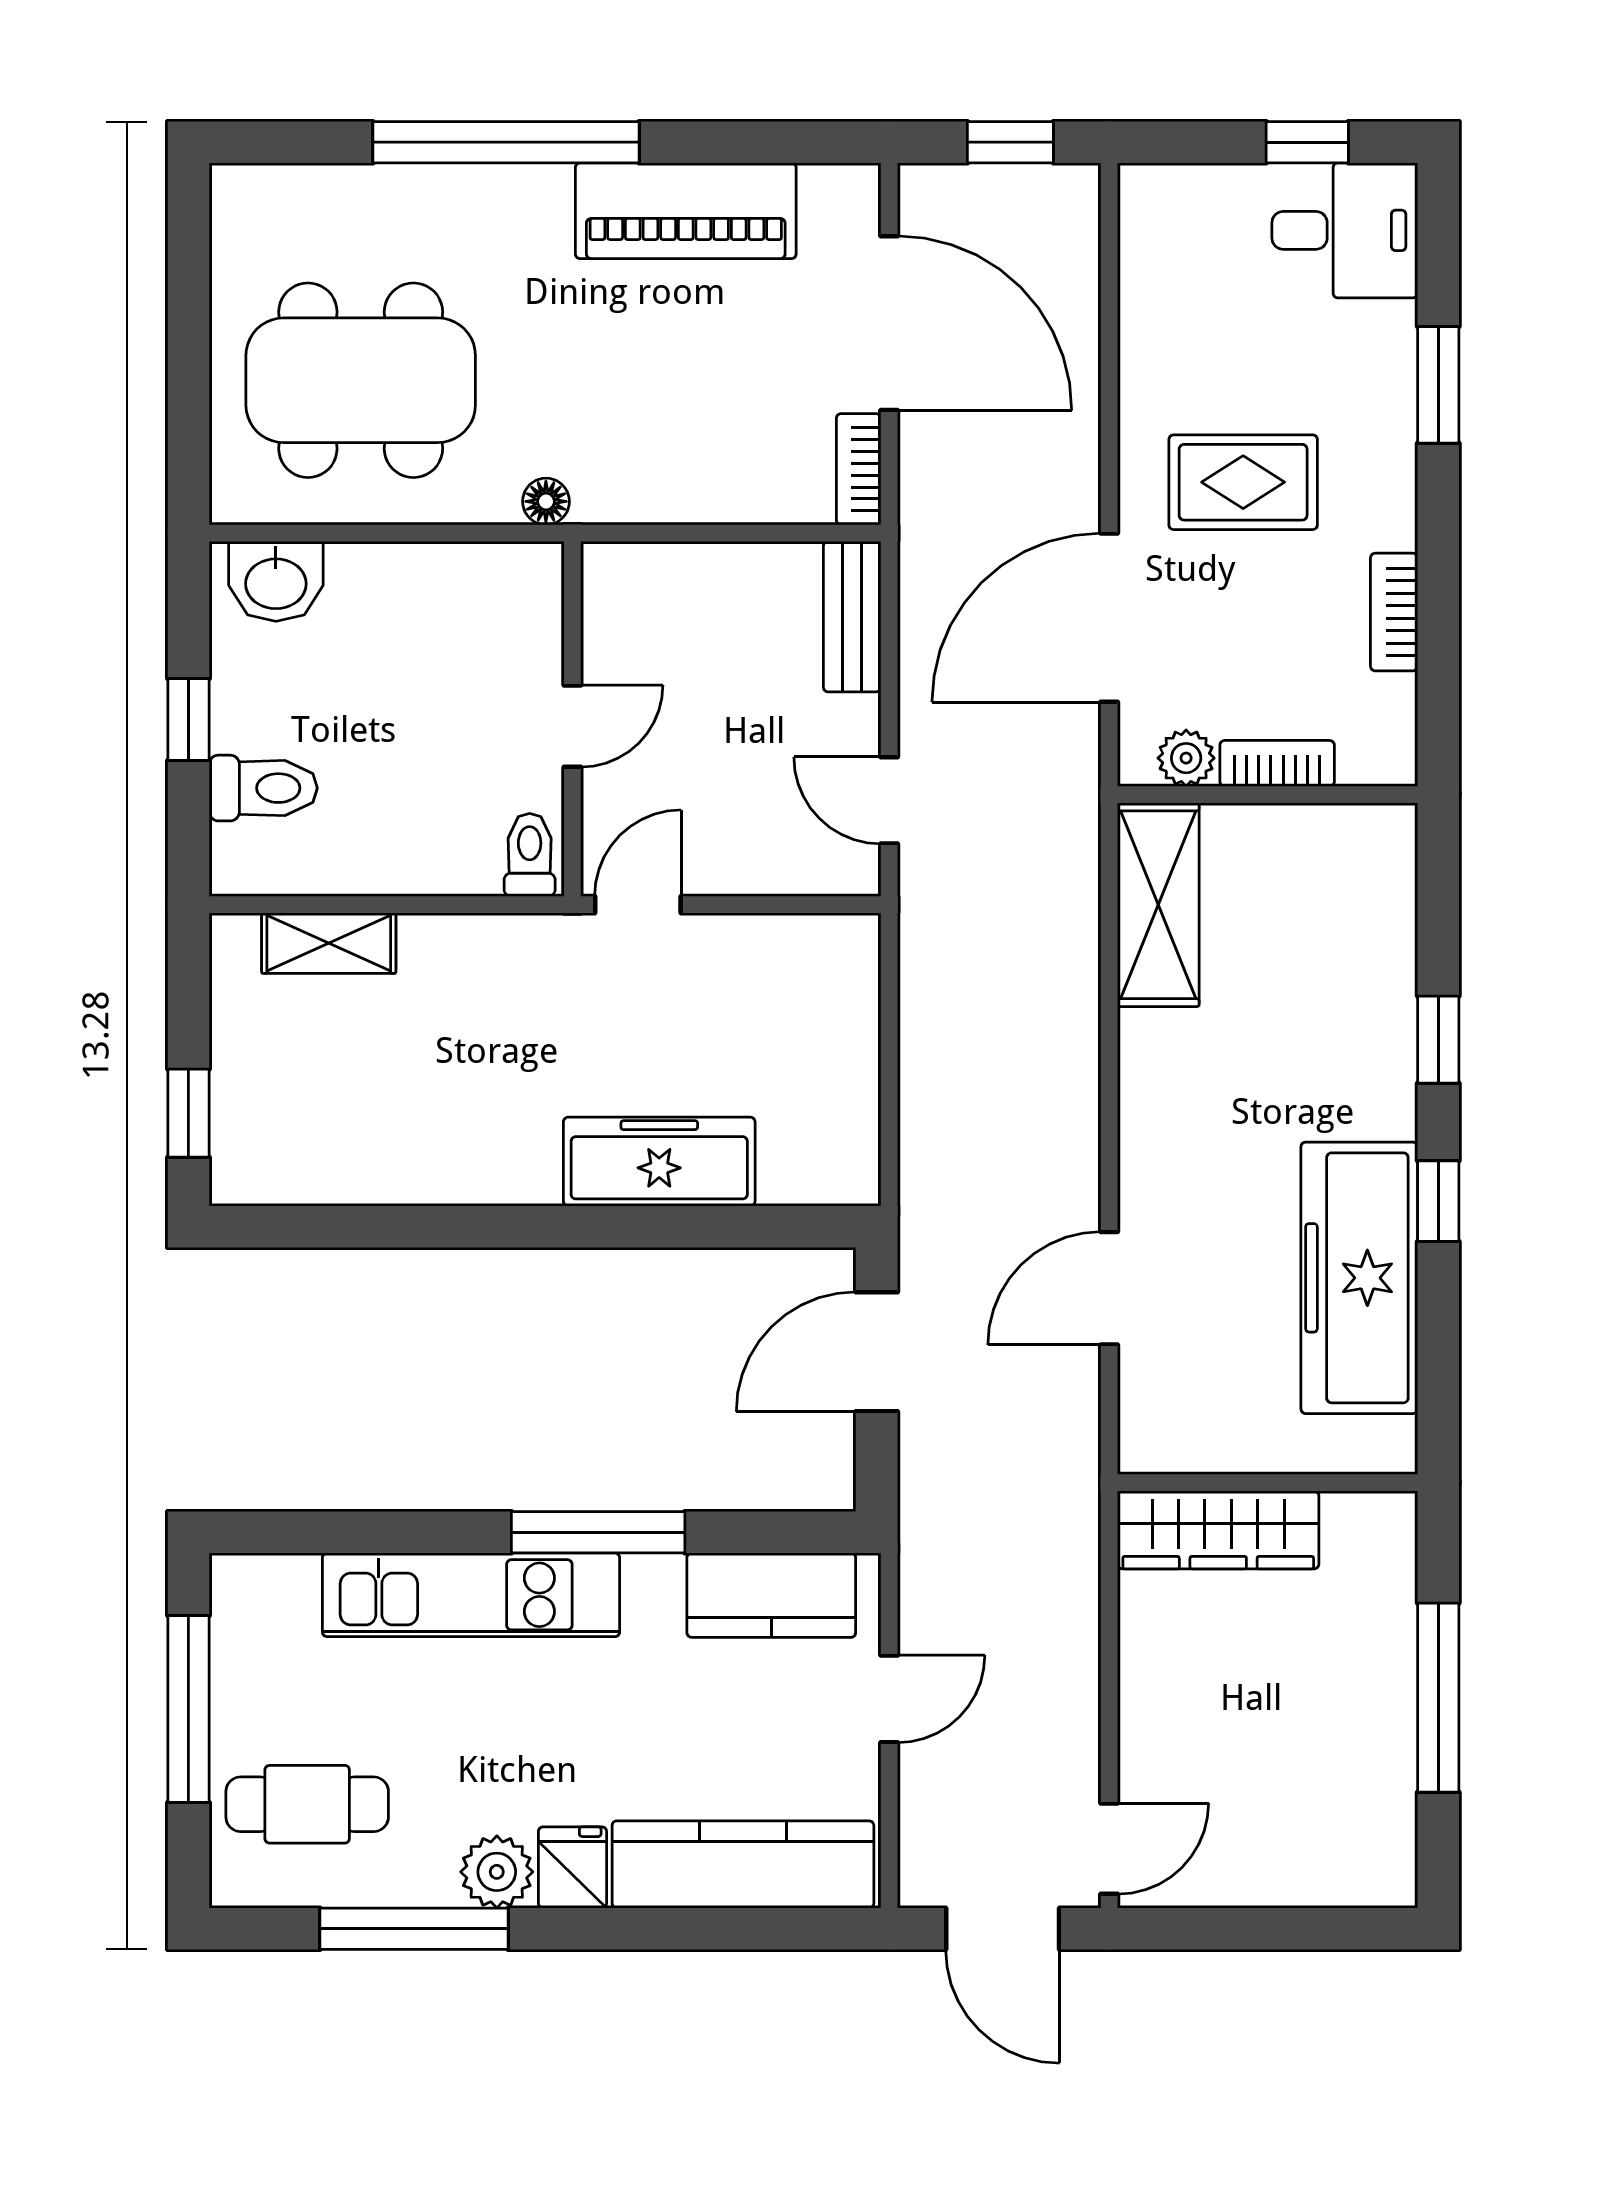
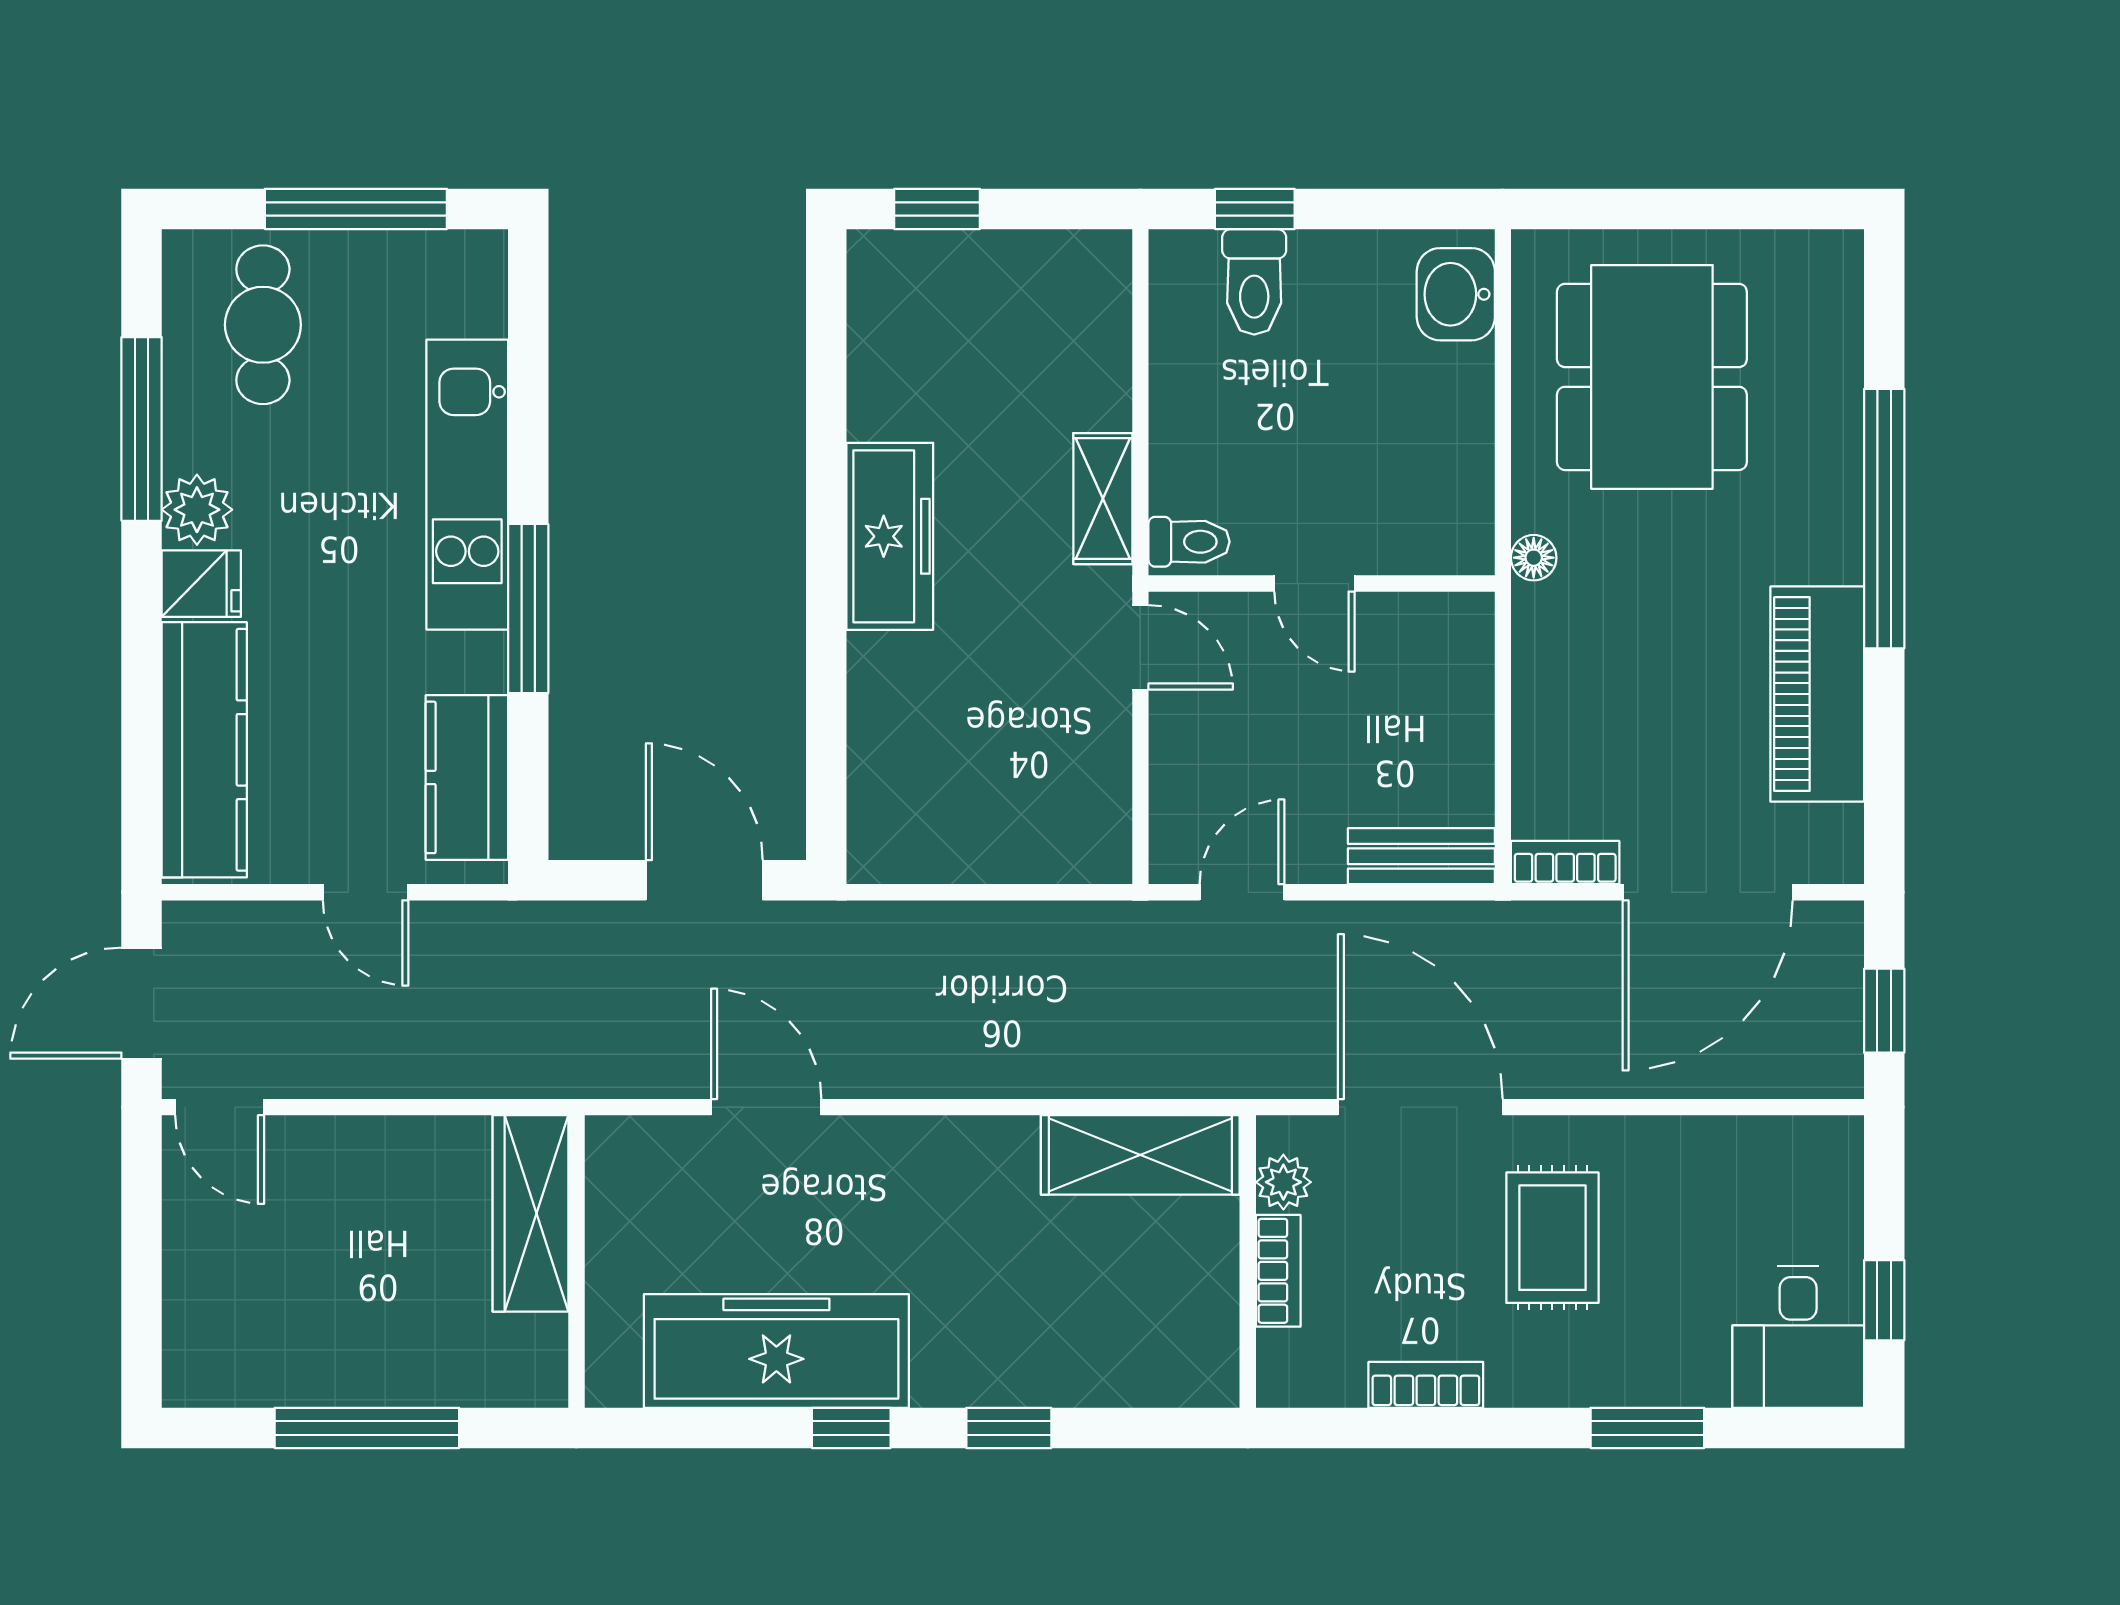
window: (188, 720) -> (1255, 209), moved
shelving: (329, 943) -> (1103, 499), moved
freezer: (659, 1162) -> (890, 536), moved

